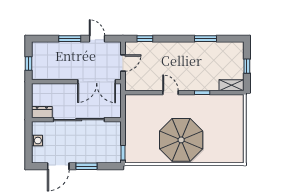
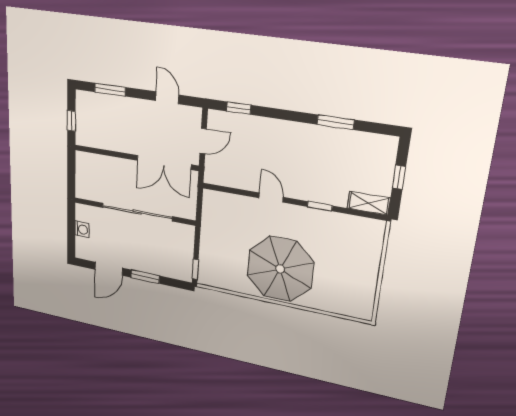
window: (70, 39) -> (110, 90), moved
dresser: (42, 112) -> (88, 192), removed

